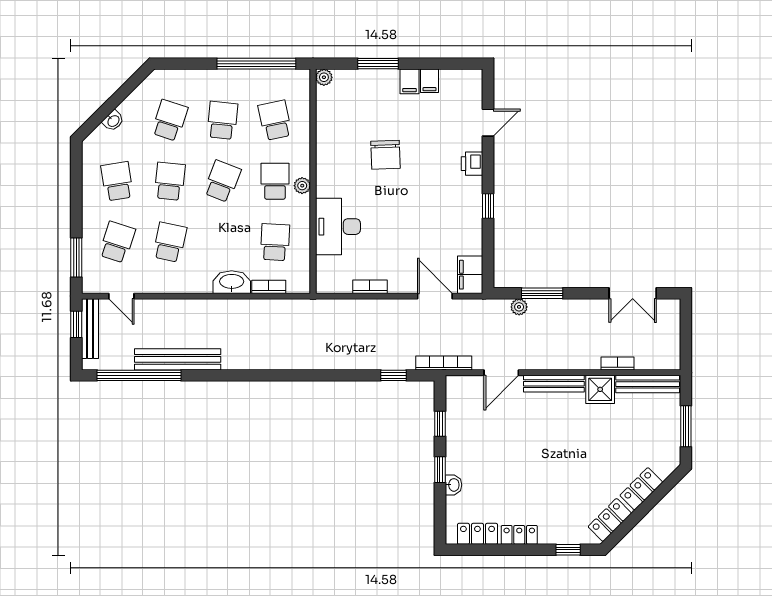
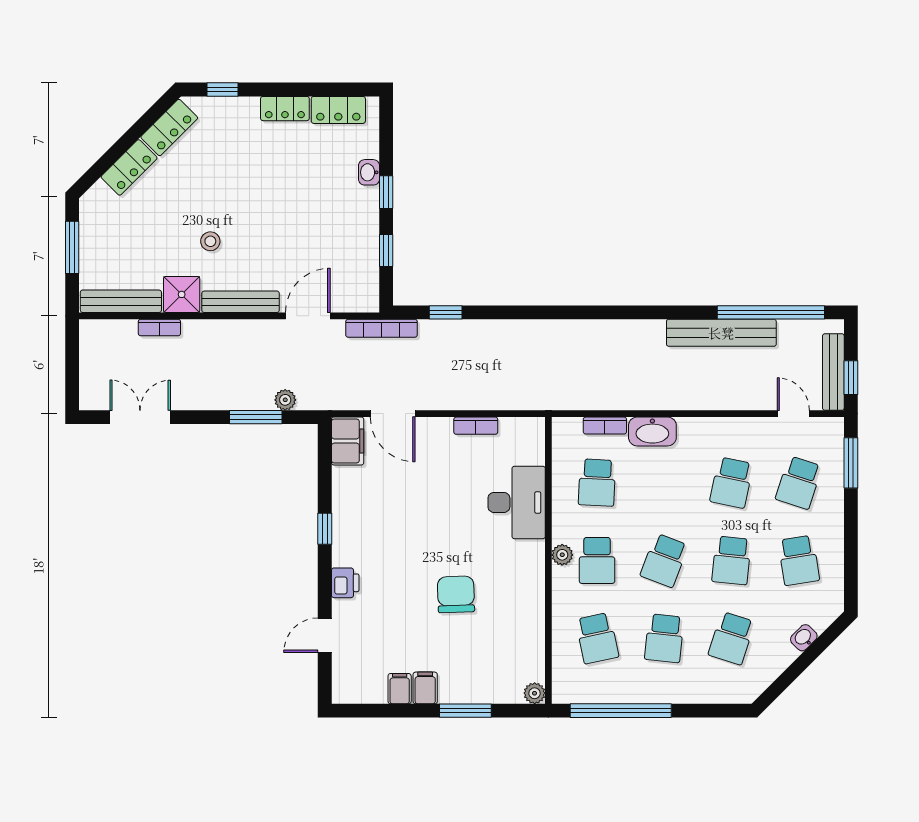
stool: (578, 431) -> (210, 241), added

